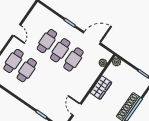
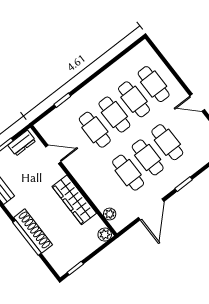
cafe table: (40, 79) -> (114, 114), added
wardrobe: (101, 88) -> (74, 200), width x1.50
cafe table: (53, 89) -> (95, 130), added

